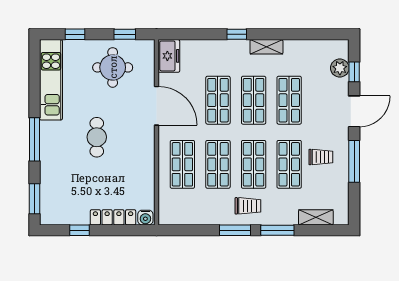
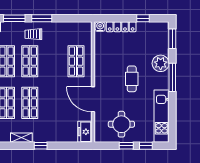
window: (125, 34) -> (126, 146), moved
shop shelf: (218, 100) -> (53, 103), removed
plant: (52, 161) -> (161, 63), added
shop shelf: (218, 164) -> (53, 61), removed

